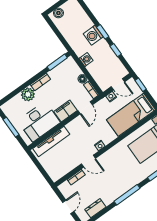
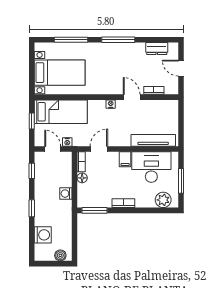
washing machine: (93, 35) -> (43, 235), moved
window: (116, 50) -> (32, 171), moved
window: (141, 85) -> (32, 121), moved
plant: (28, 94) -> (163, 200), moved
filing cabinet: (65, 111) -> (125, 159), width x0.50
door: (68, 207) -> (181, 68), hinge flipped

